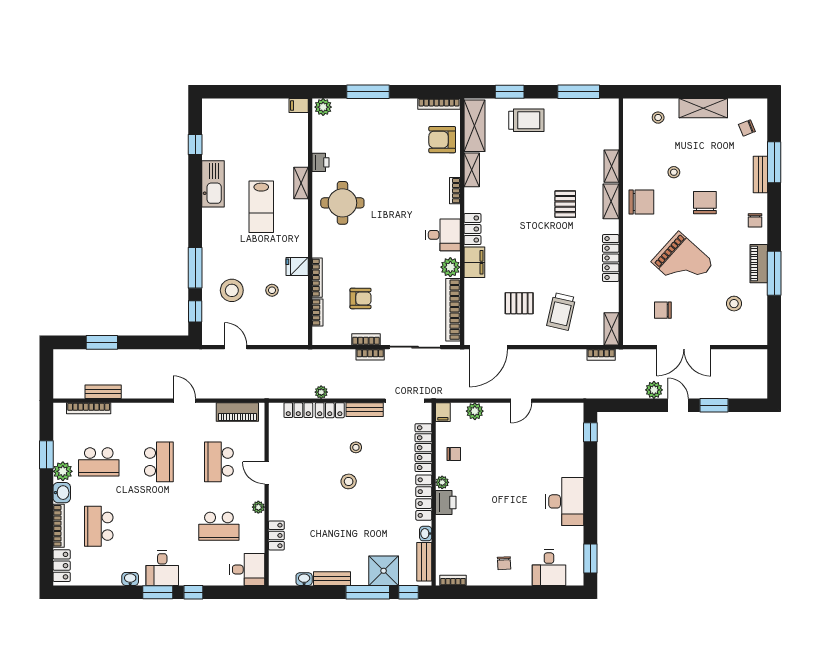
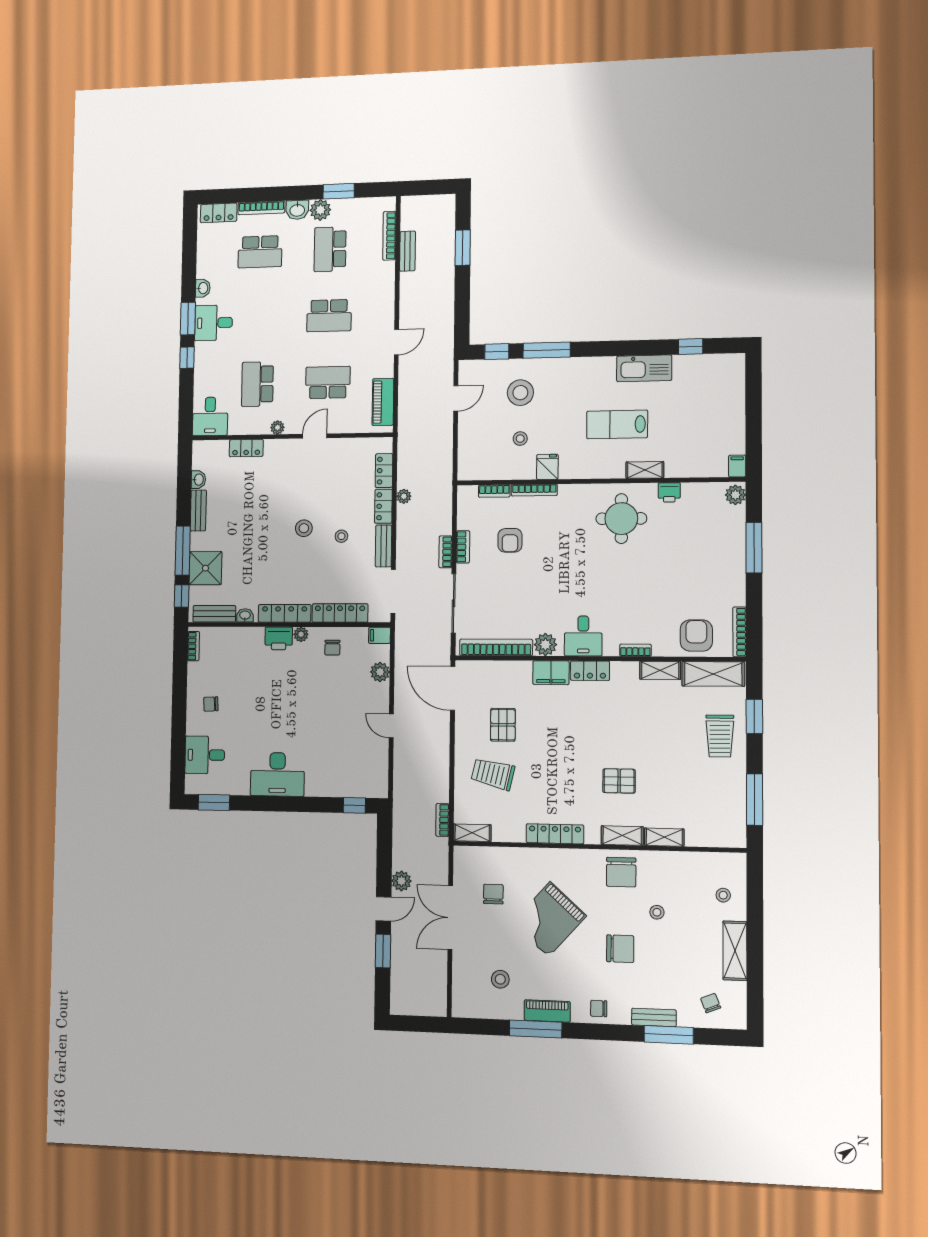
school desk: (99, 526) -> (260, 252), turned 180

